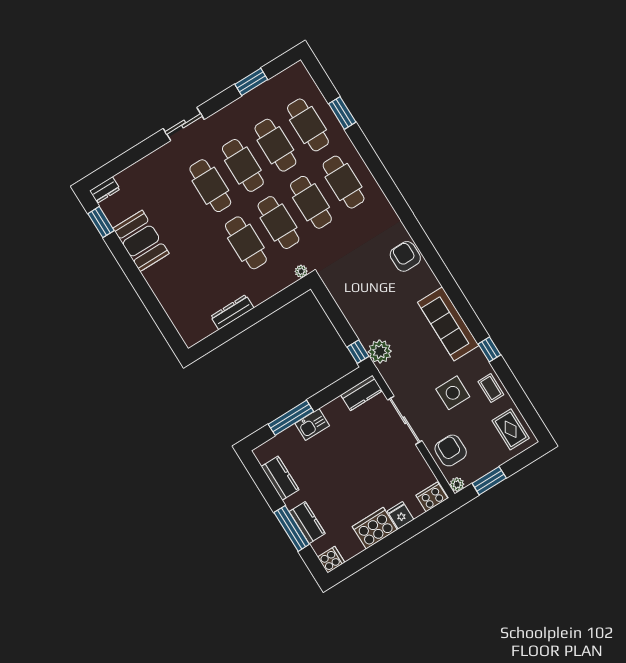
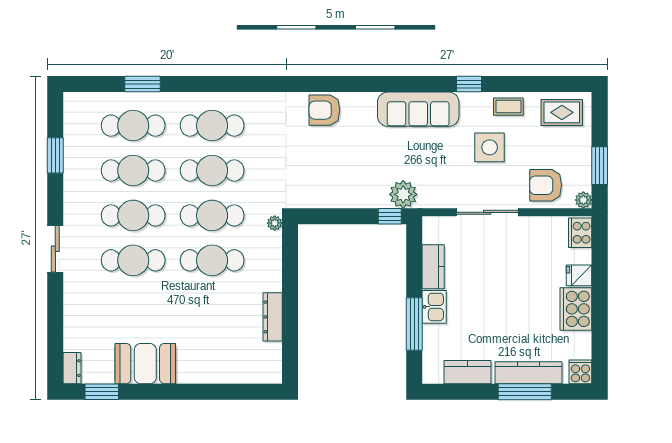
kitchen counter: (362, 393) -> (433, 267), moved
kitchen counter: (307, 523) -> (529, 373), width x1.50

